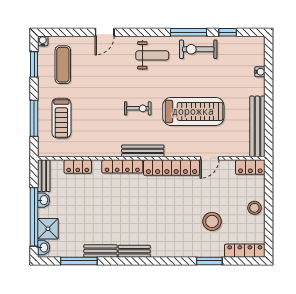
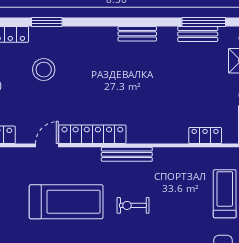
treadmill: (193, 111) -> (66, 202), turned 180
locker: (122, 166) -> (152, 136), removed
bench: (100, 251) -> (198, 34), moved

